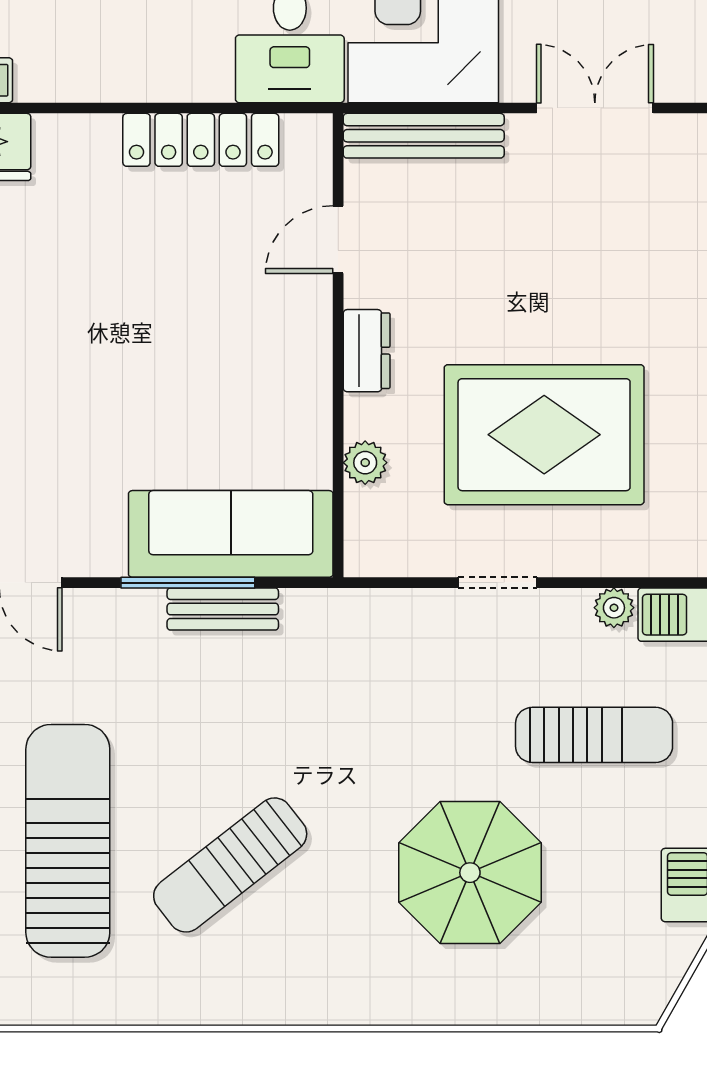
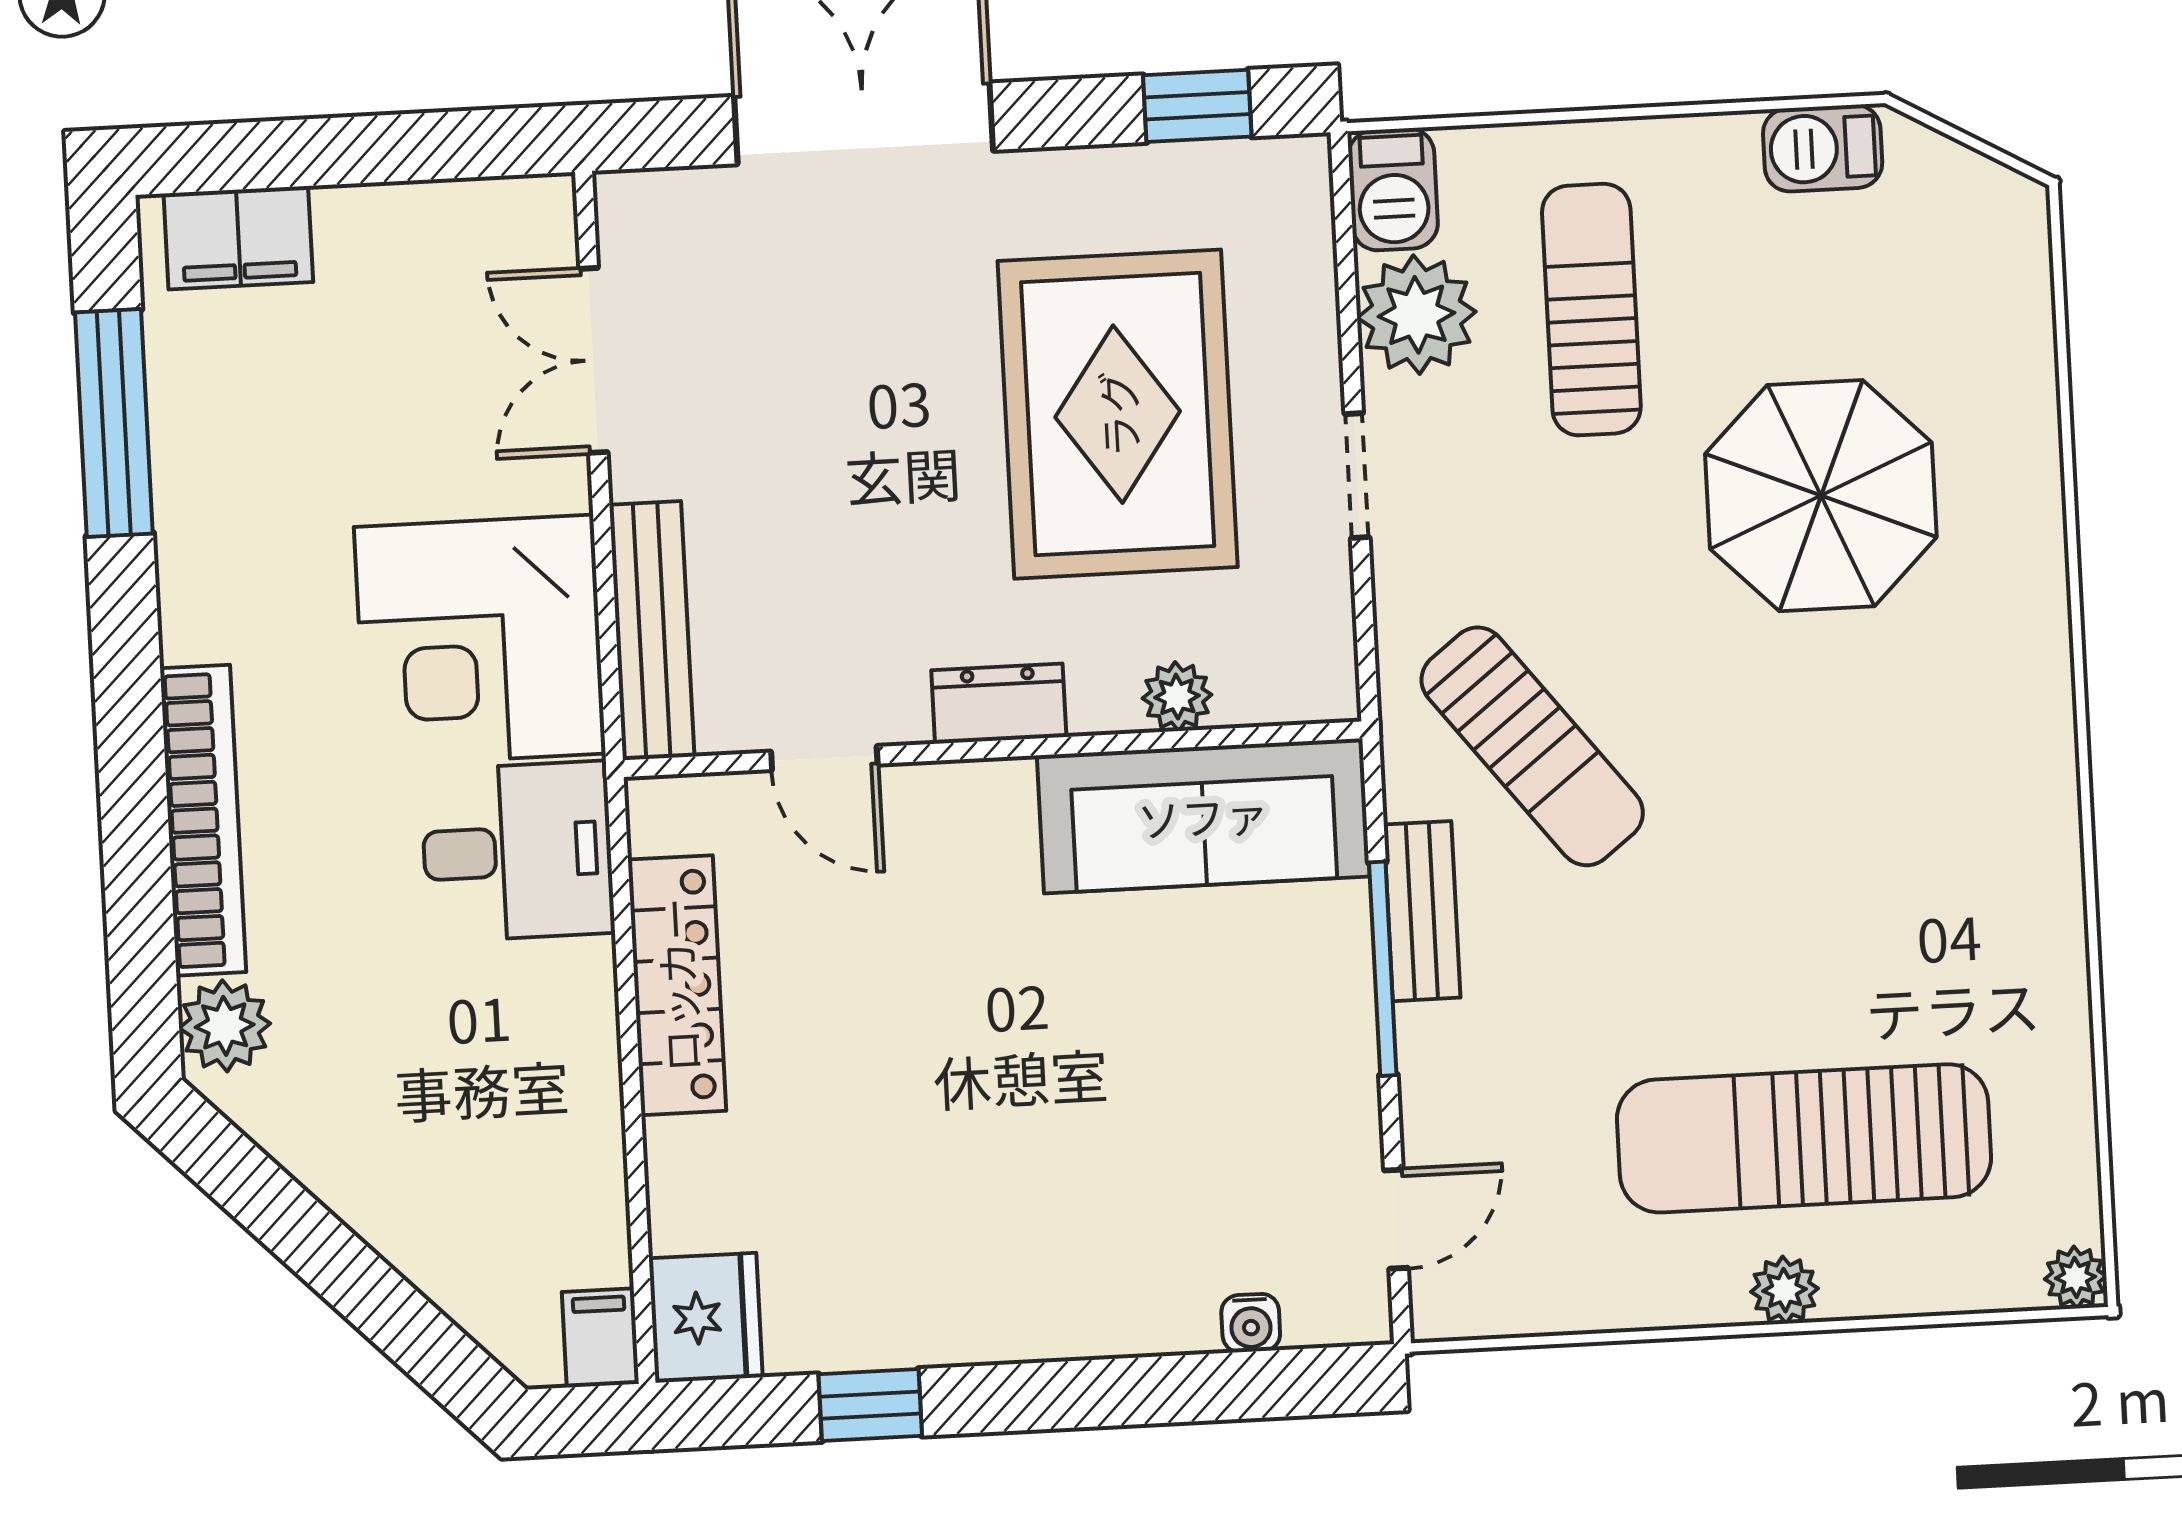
sofa: (231, 534) -> (1203, 816), moved, turned -90
plant: (614, 608) -> (1417, 315), width x1.88, depth x1.88
sun lounger: (230, 865) -> (1532, 746), moved

